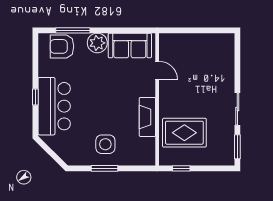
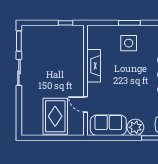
rug: (184, 133) -> (55, 116), moved, turned 90

